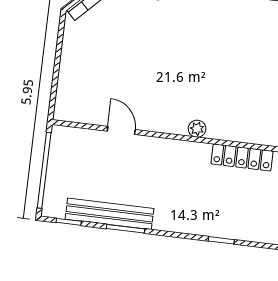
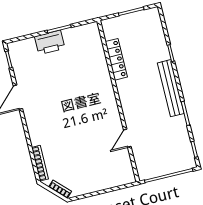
plant: (197, 129) -> (109, 93), removed
bench: (109, 214) -> (171, 88), moved

